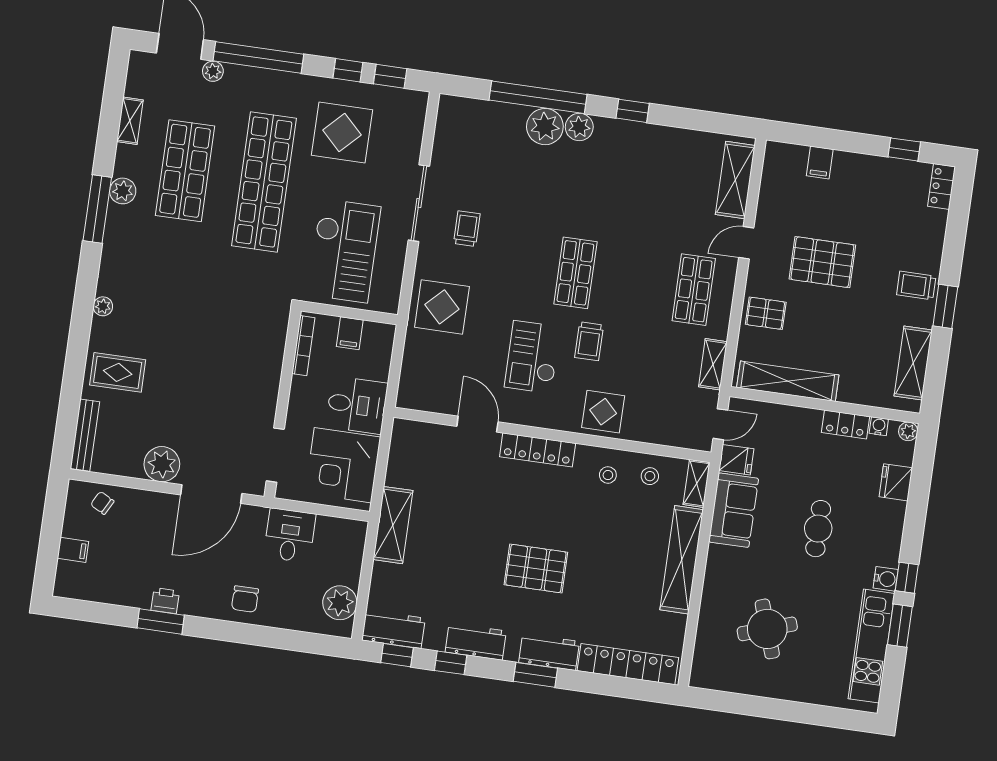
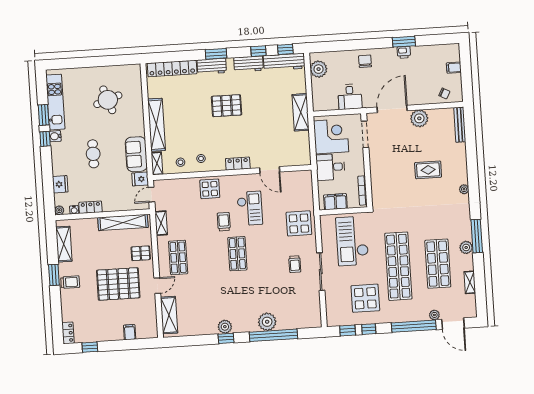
plant: (579, 127) -> (225, 327), moved
pallet: (822, 262) -> (118, 284), width x1.37, depth x1.41
filing cabinet: (350, 333) -> (335, 202), width x2.00
rug: (118, 372) -> (428, 170), moved
locker: (538, 450) -> (238, 164), width x0.66
workbench: (393, 629) -> (284, 62), width x1.37

